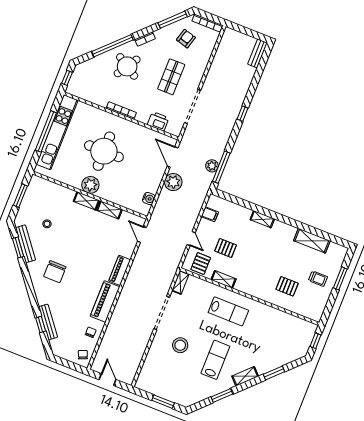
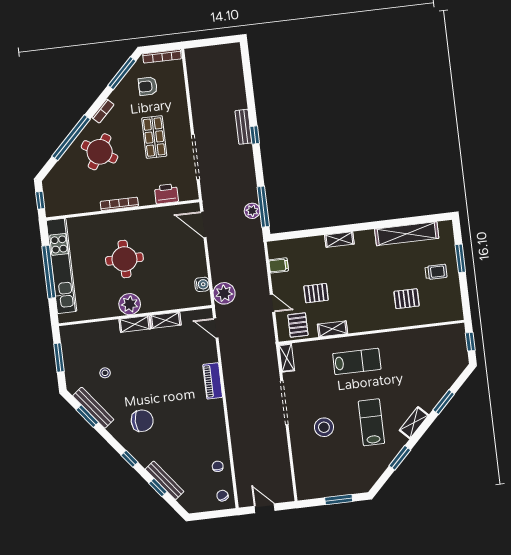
armchair: (186, 39) -> (148, 86), turned -106
bench: (258, 53) -> (243, 127), moved
round table: (104, 151) -> (124, 259), width x0.73, depth x0.73
plant: (173, 182) -> (224, 293), moved
shelving: (312, 241) -> (407, 234), width x1.47
chair: (55, 272) -> (142, 421), turned -90
window: (32, 294) -> (129, 459), added
piano: (105, 302) -> (215, 424), removed

